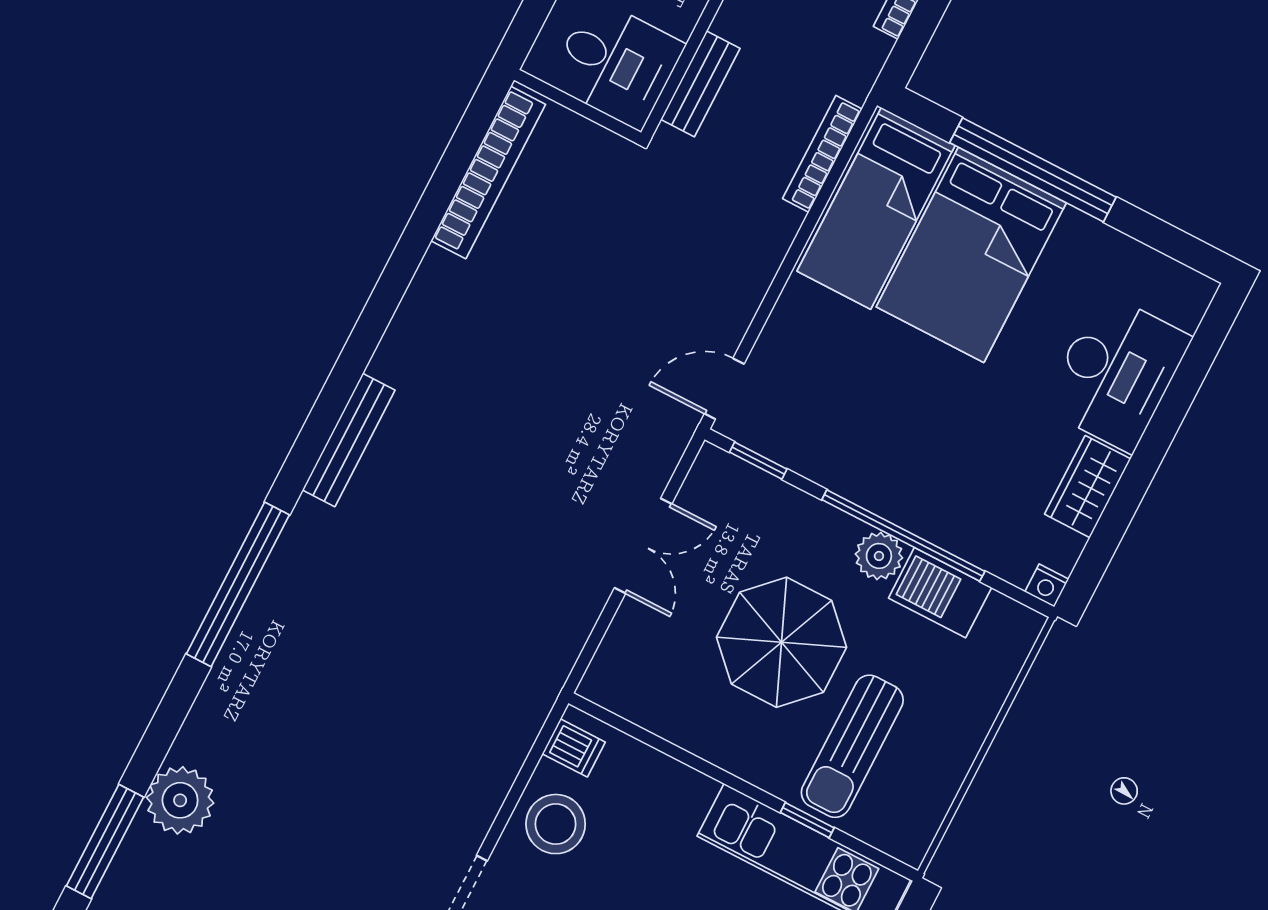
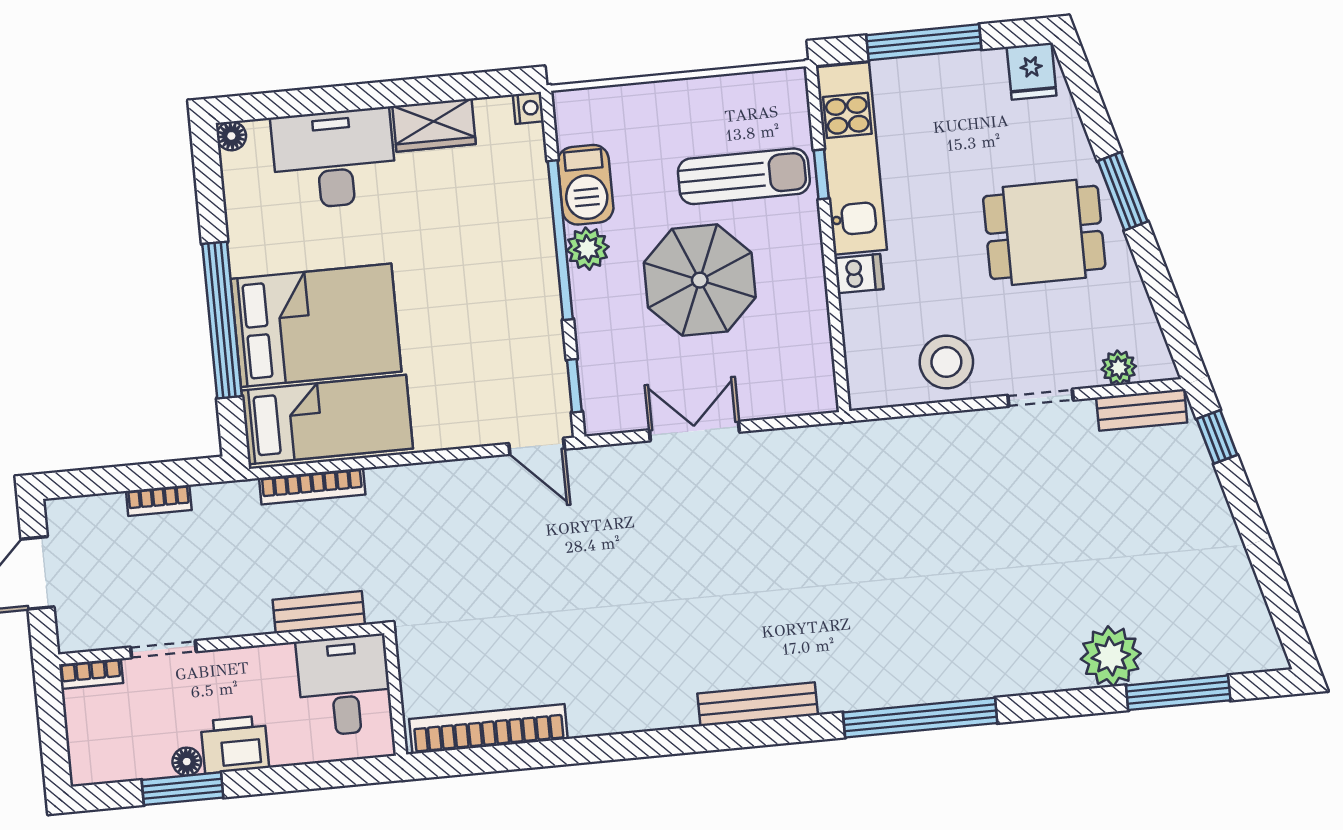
floor lamp: (1200, 290) -> (231, 136), added
dishwasher: (574, 748) -> (859, 274), moved, turned 90

